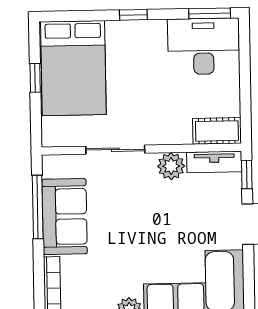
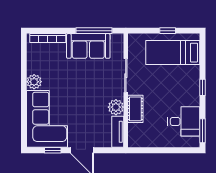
desk: (203, 46) -> (184, 121), width x0.73
bed: (73, 68) -> (173, 53), width x0.67
cot: (217, 131) -> (135, 109), moved
window: (247, 175) -> (53, 150), moved

